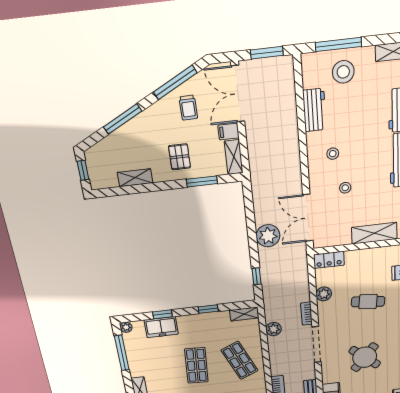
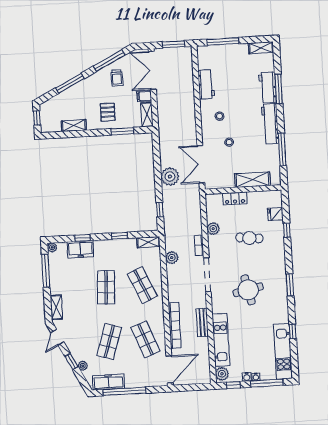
stool: (343, 72) -> (226, 59), removed
locker: (329, 260) -> (235, 198), moved
round table: (365, 357) -> (248, 290), turned 38

